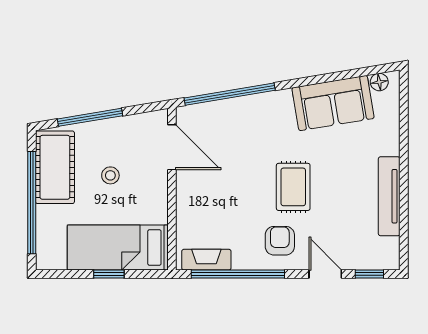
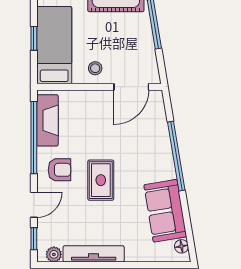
window: (230, 94) -> (176, 156), moved
stool: (110, 175) -> (95, 68), moved
rug: (293, 187) -> (101, 180), turned 90
plant: (390, 248) -> (54, 254), added
fireplace: (206, 260) -> (47, 120), width x1.37, depth x1.32

